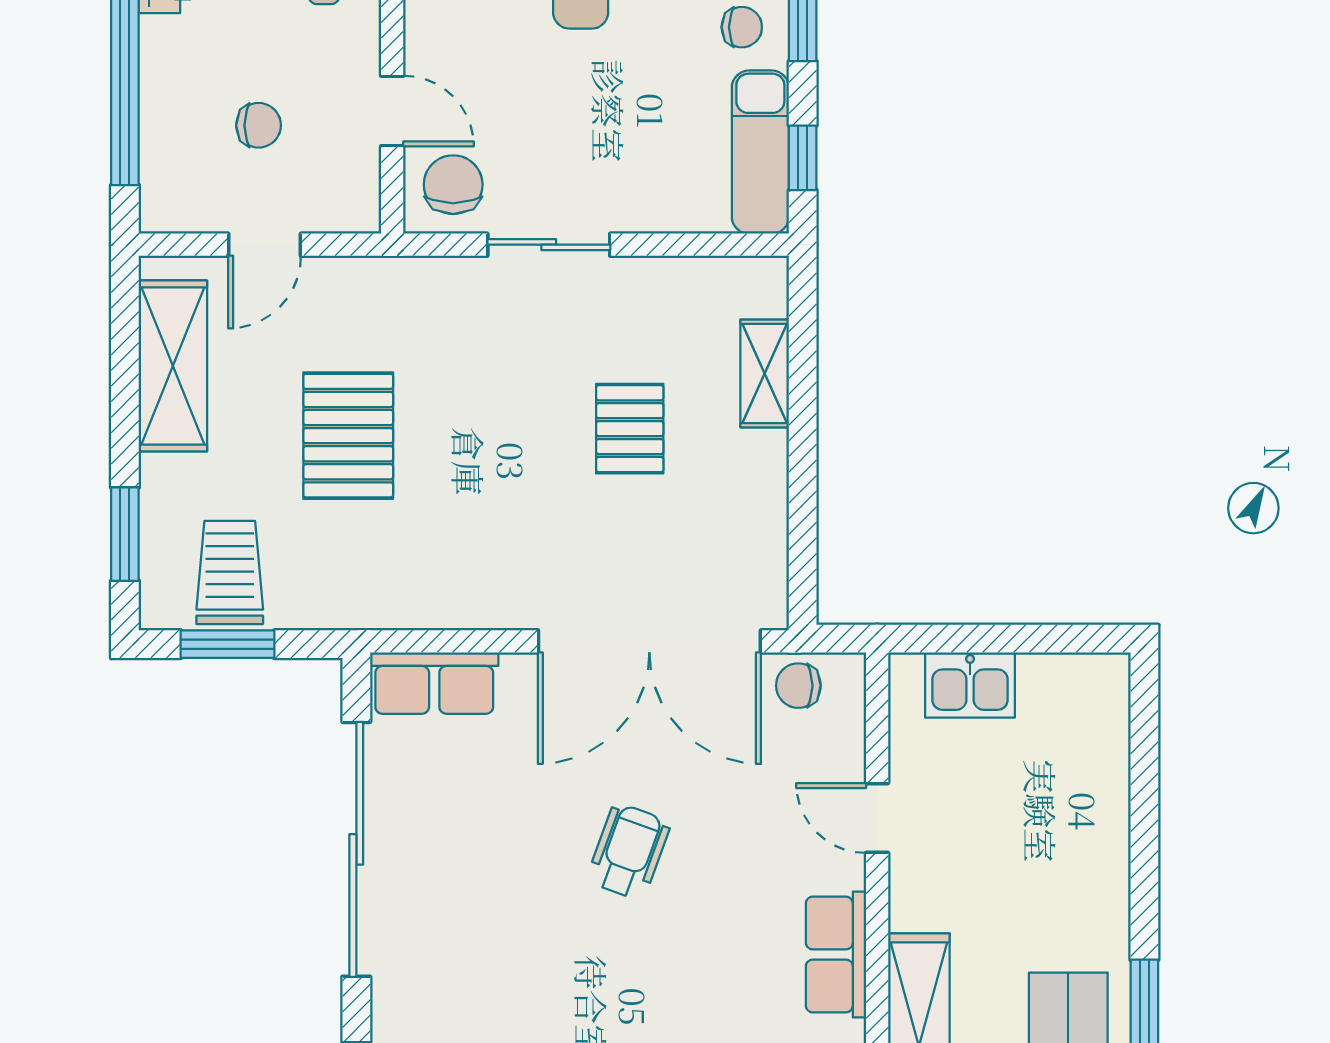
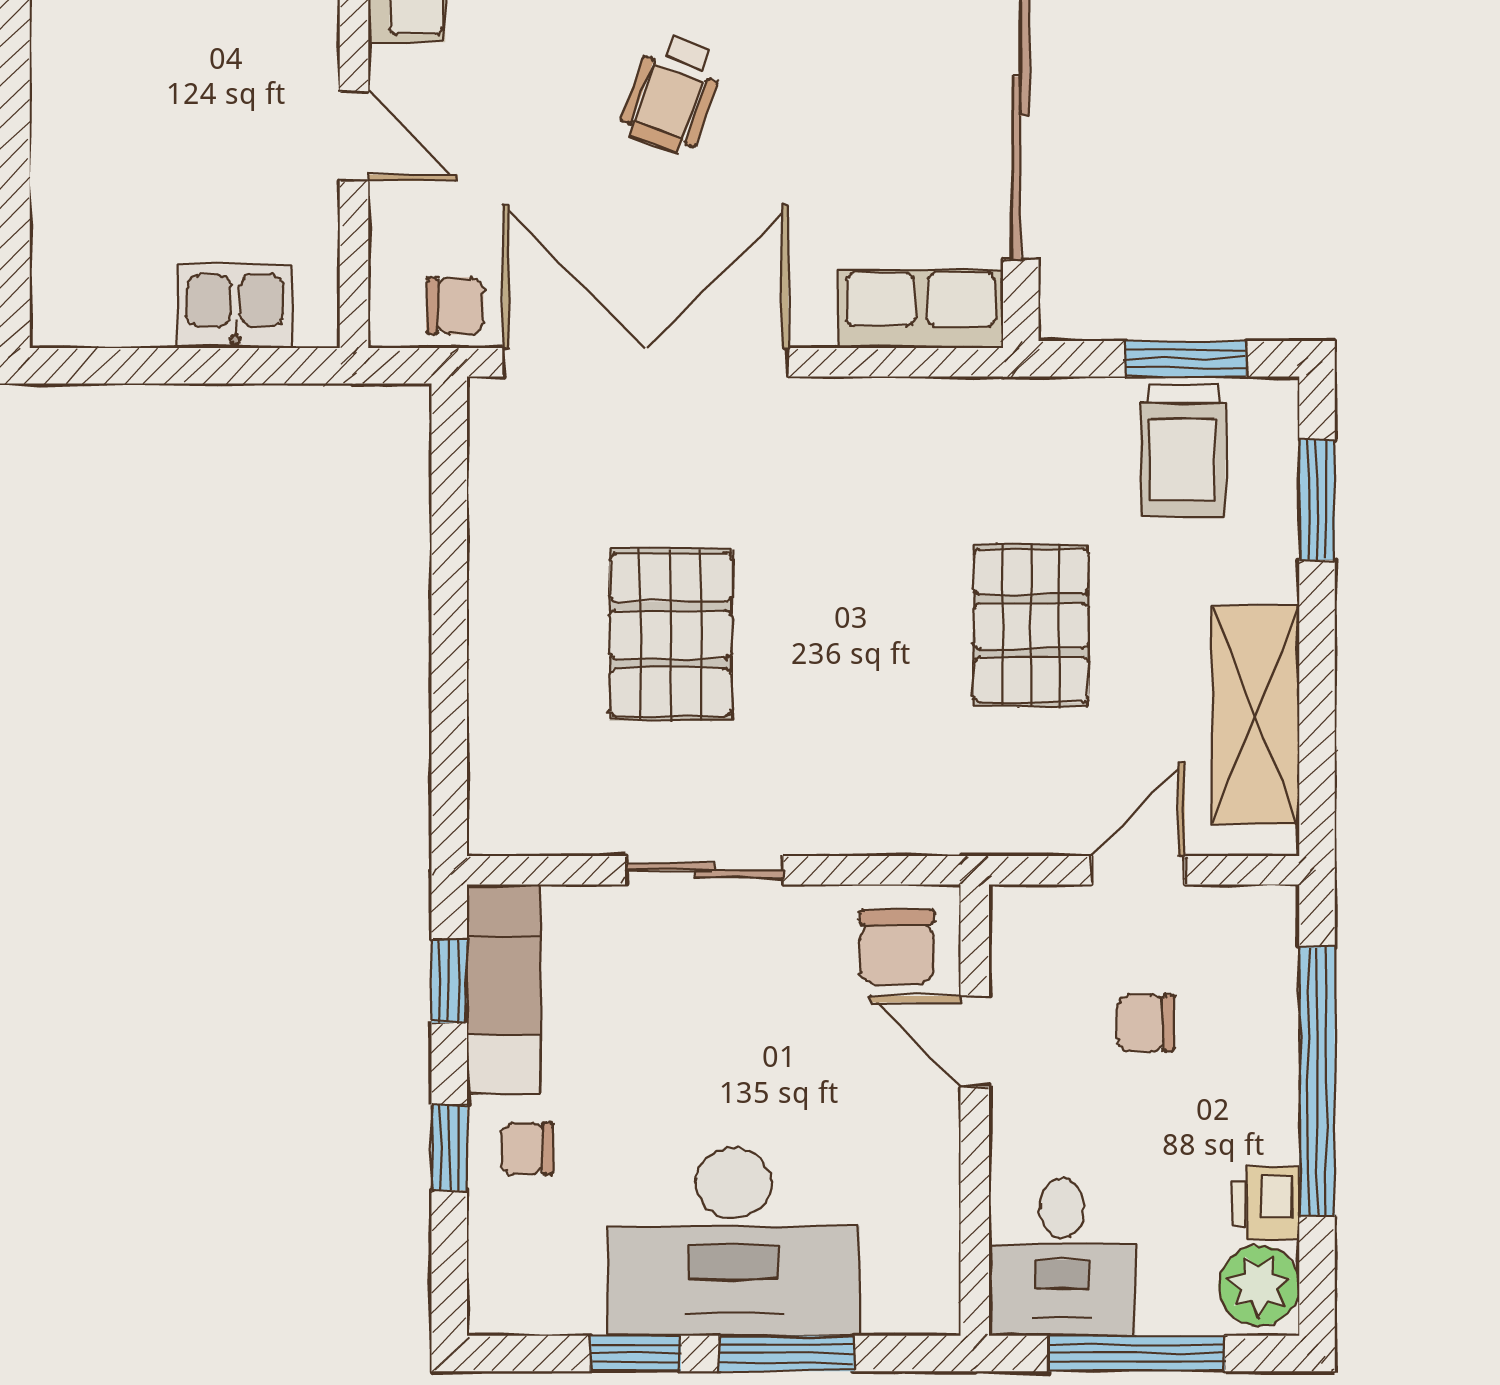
sliding door: (549, 245) -> (705, 870), moved
shelving: (765, 373) -> (498, 705), removed
pallet: (630, 429) -> (671, 635), width x1.50, depth x1.42

